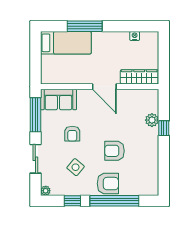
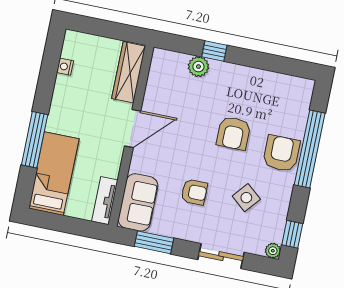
tv unit: (55, 78) -> (105, 201), added
window: (35, 115) -> (154, 242), width x0.69
window: (72, 201) -> (292, 234), moved

